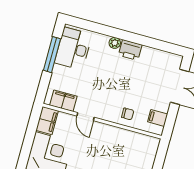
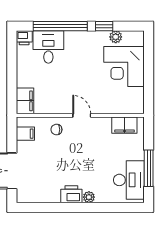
door: (86, 117) -> (82, 115), moved
filing cabinet: (47, 120) -> (25, 101), moved, turned 180

